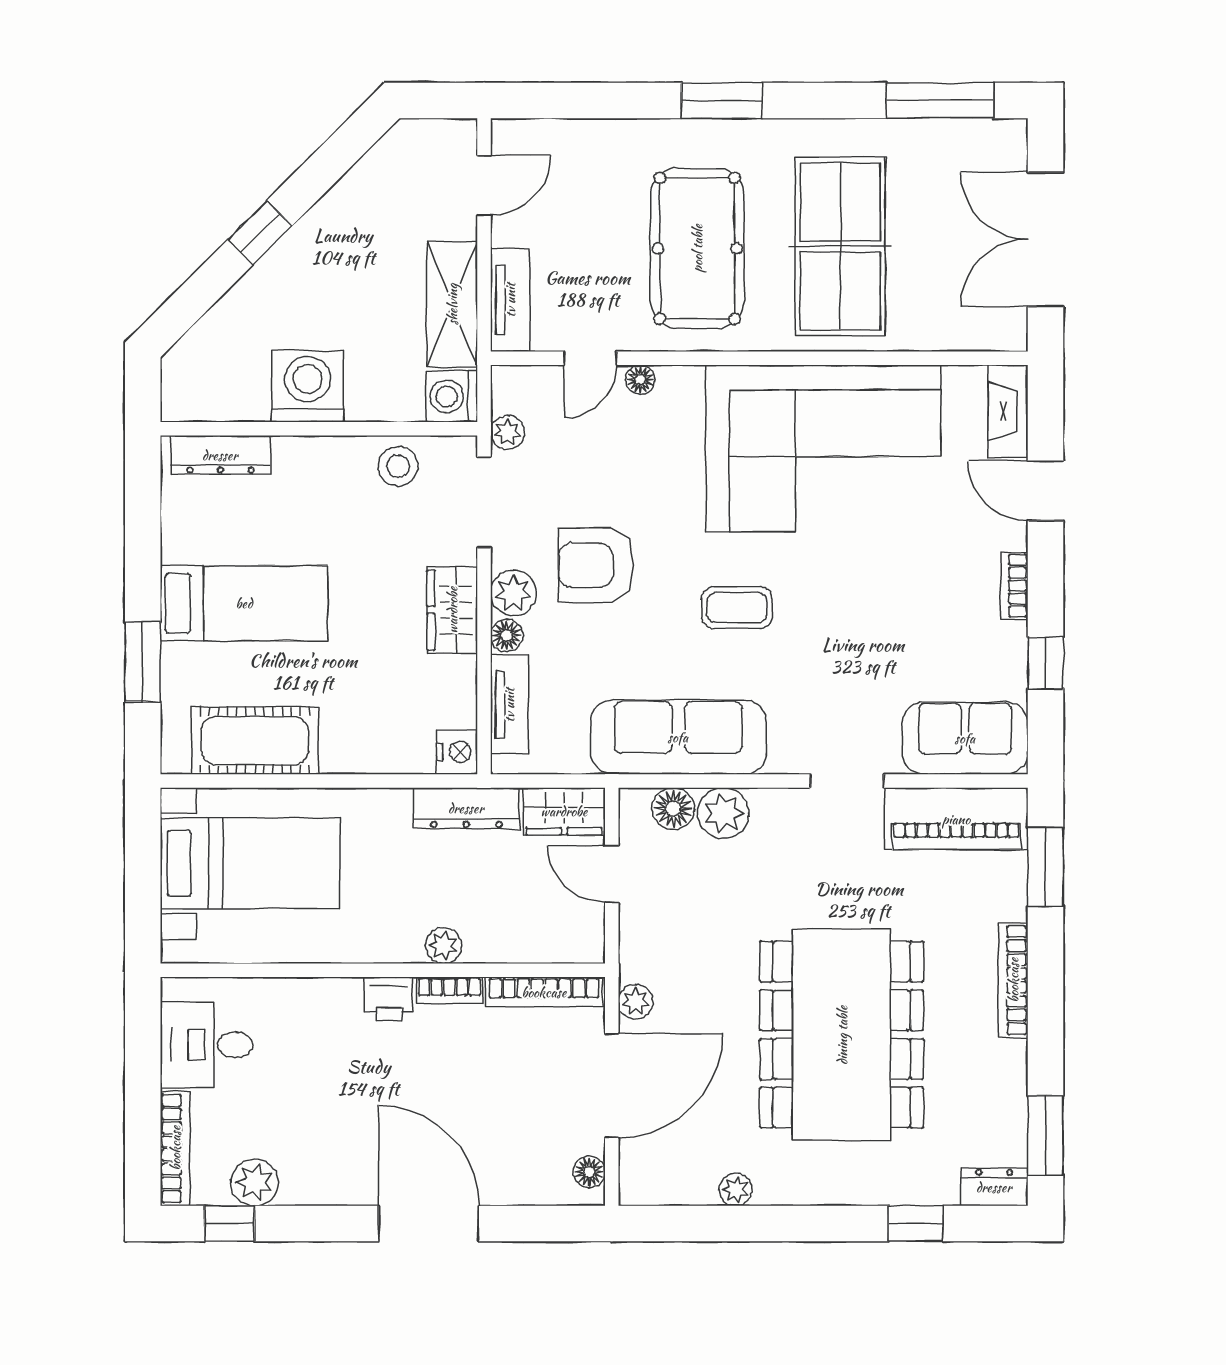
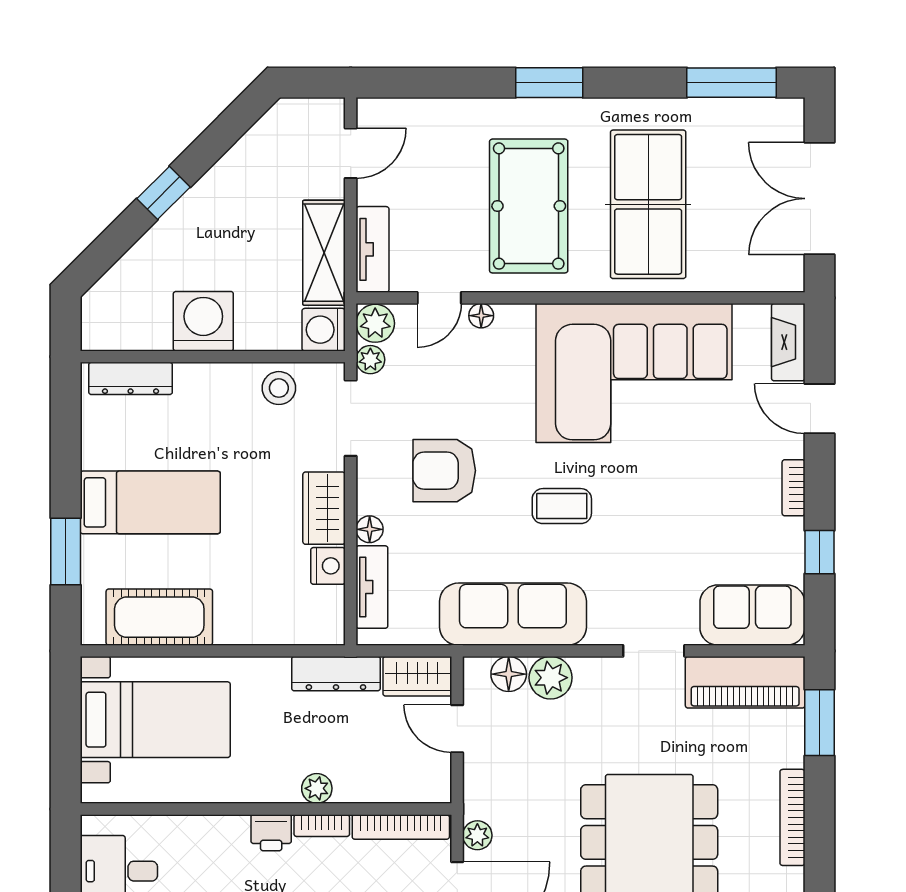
plant: (513, 593) -> (375, 323), moved
nightstand: (457, 752) -> (328, 566), moved

